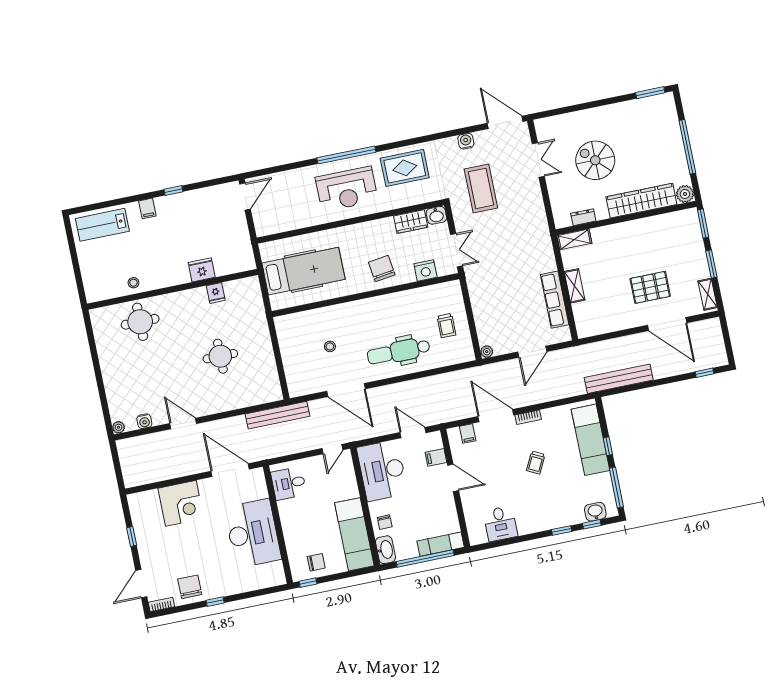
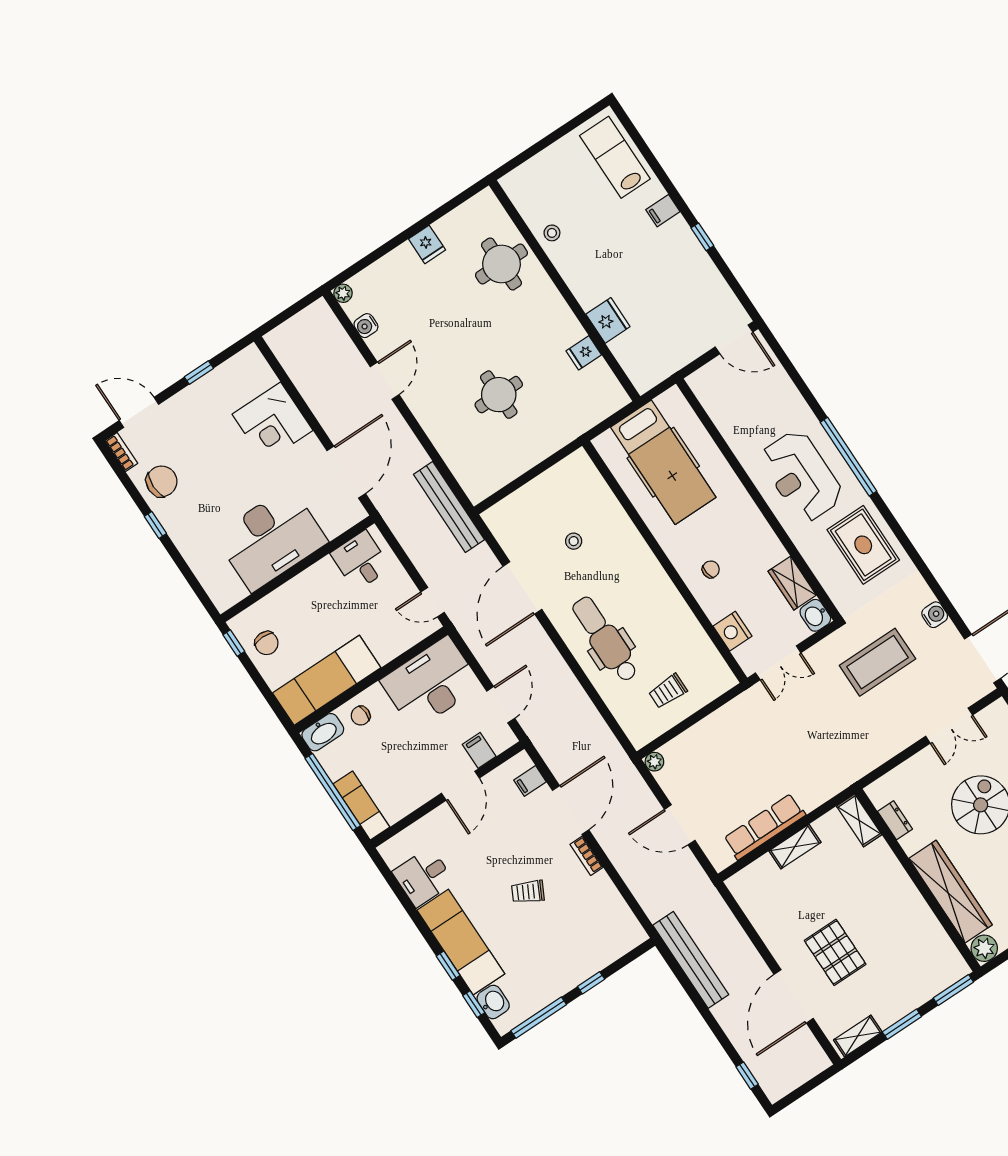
chair: (382, 269) -> (711, 569), width x0.54, depth x0.54
fridge: (109, 363) -> (427, 244), added
exam couch: (590, 440) -> (461, 942), moved, turned 90

